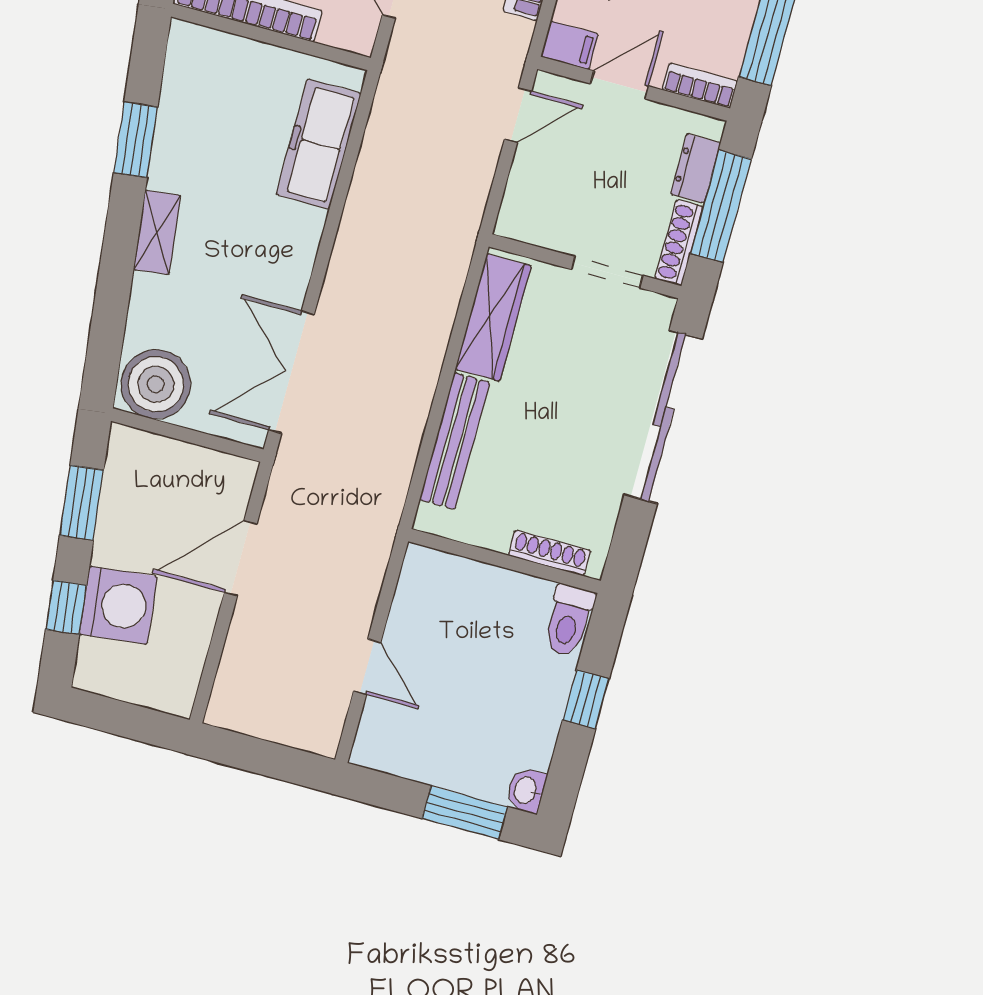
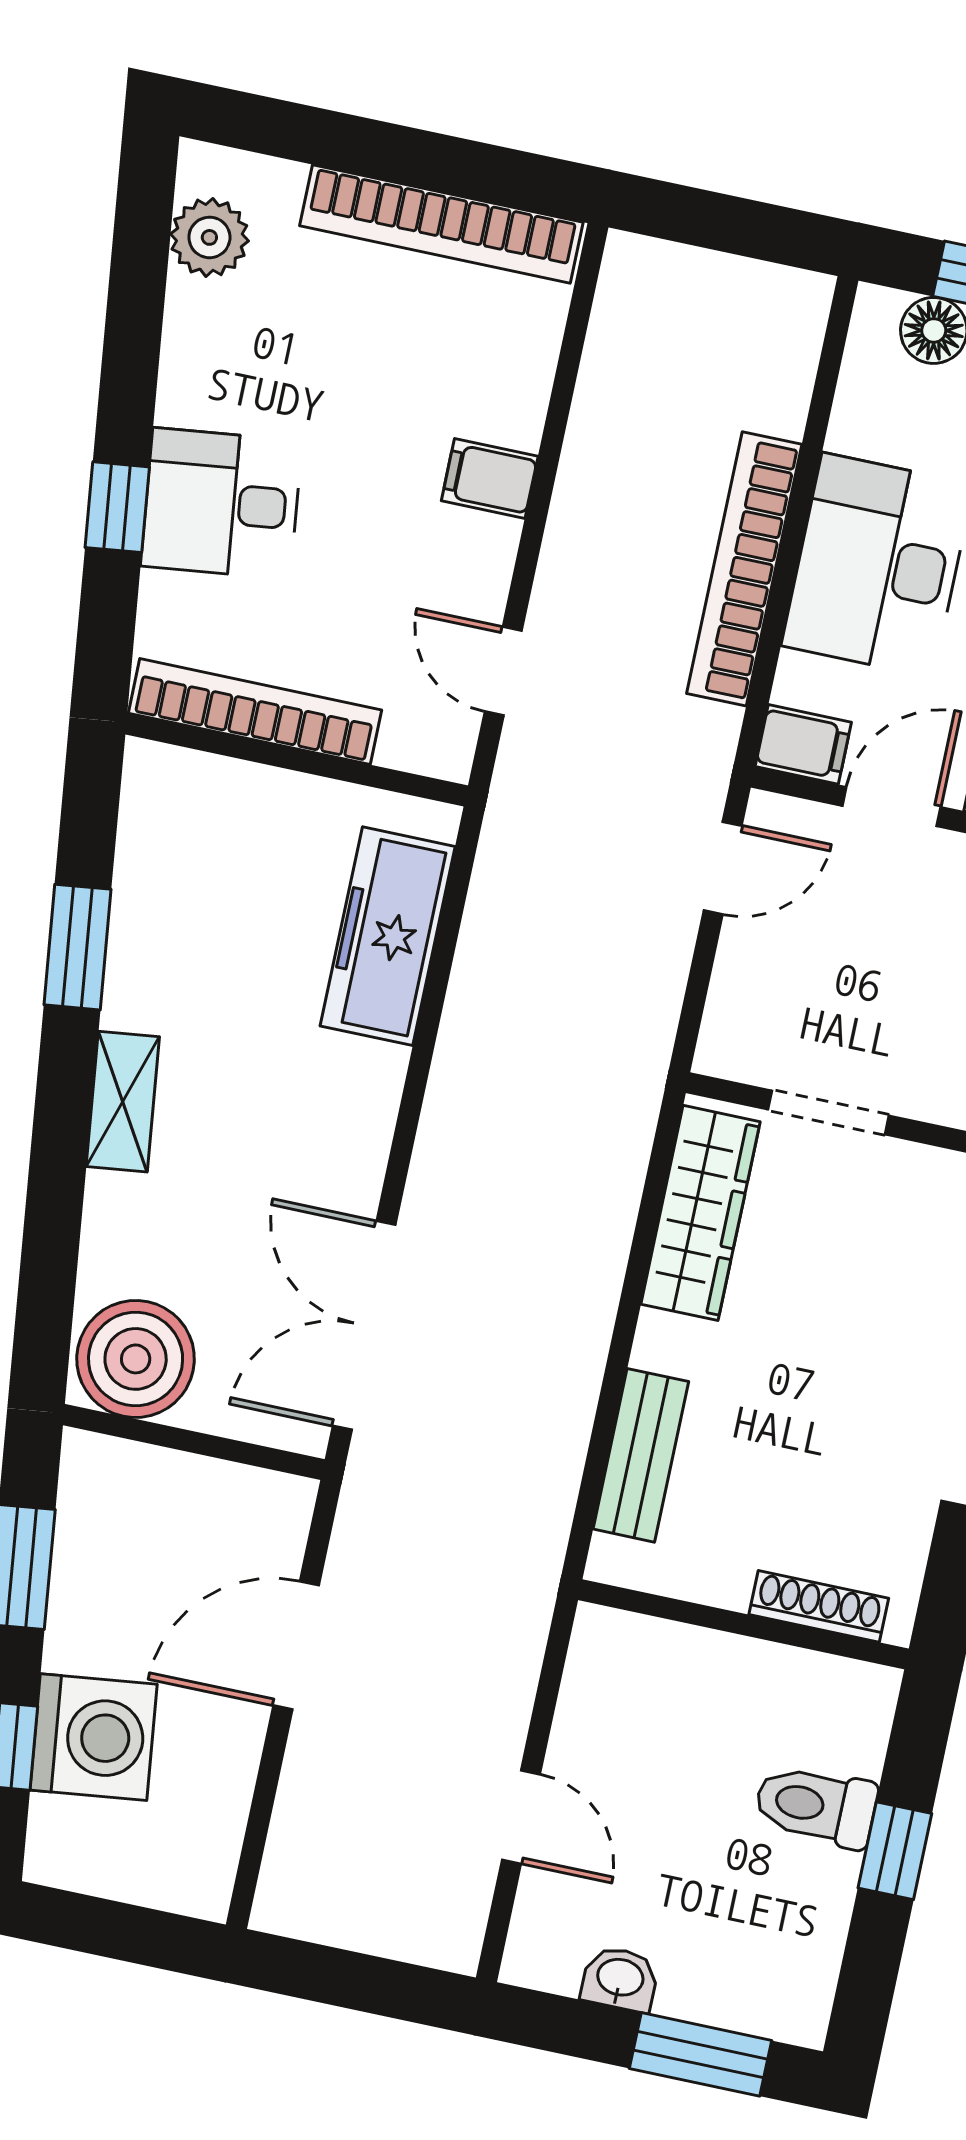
doorway: (607, 272) -> (828, 1113), moved
bench: (455, 441) -> (641, 1455), width x0.73
toilet: (568, 621) -> (816, 1806), moved, turned 90
washbasin: (526, 790) -> (620, 1979), moved, turned 90

